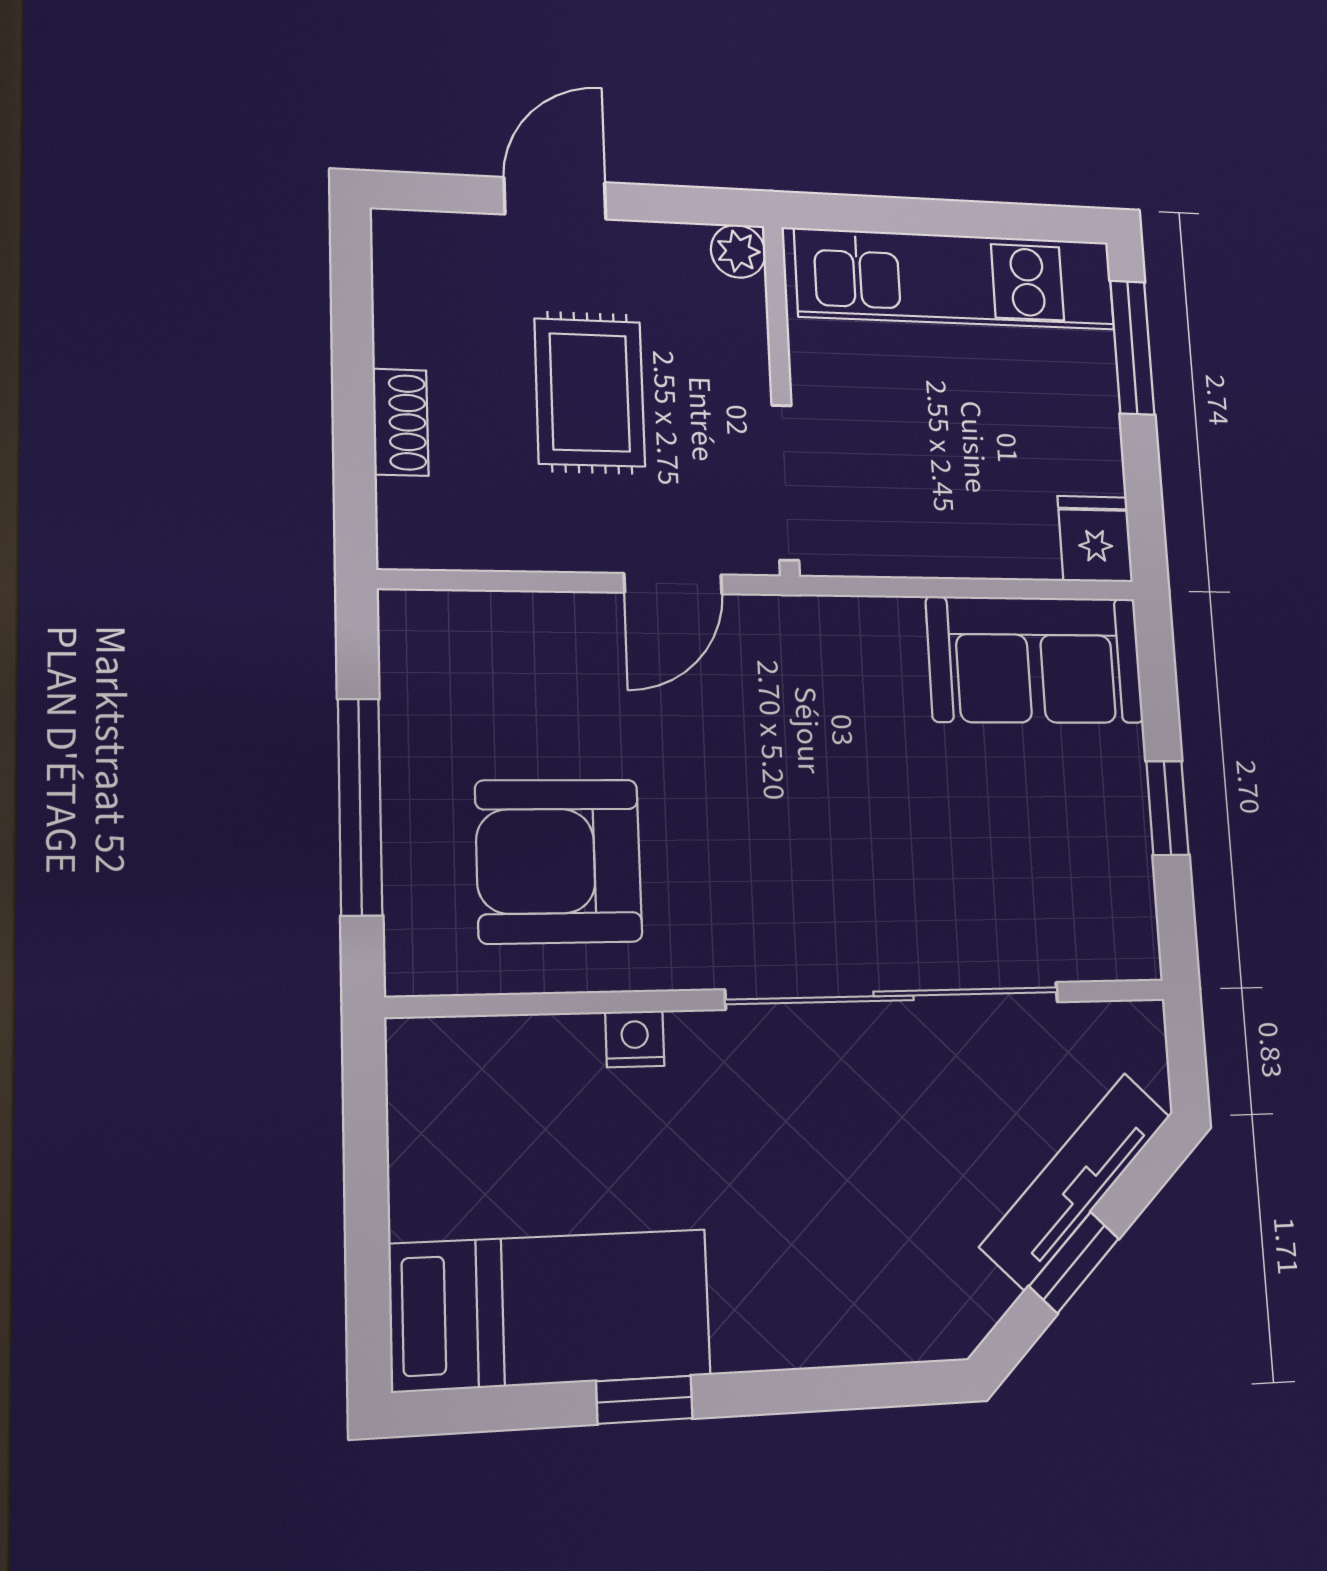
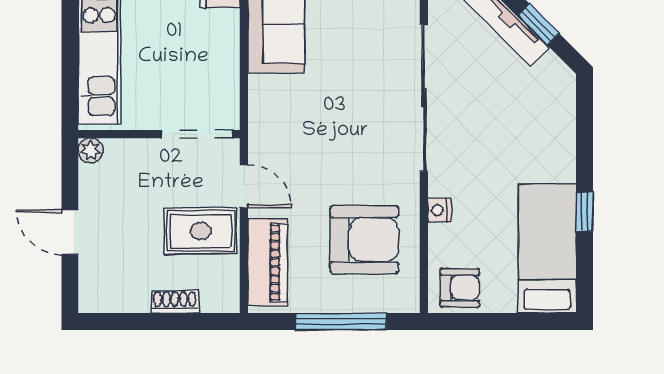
rug: (590, 392) -> (201, 231), moved
piano: (498, 635) -> (268, 263), added
armchair: (559, 861) -> (364, 240), turned -90
armchair: (449, 1094) -> (460, 288), added

